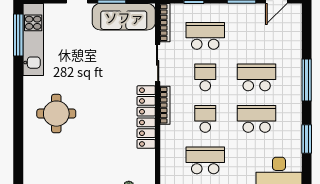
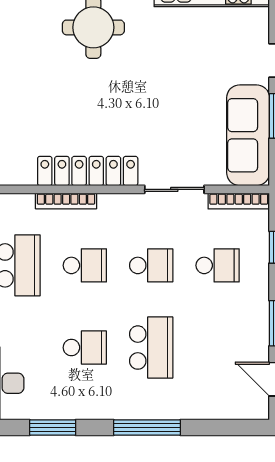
school desk: (205, 36) -> (218, 265), width x0.54
bookcase: (165, 105) -> (66, 201), moved
school desk: (257, 119) -> (85, 348), width x0.54

